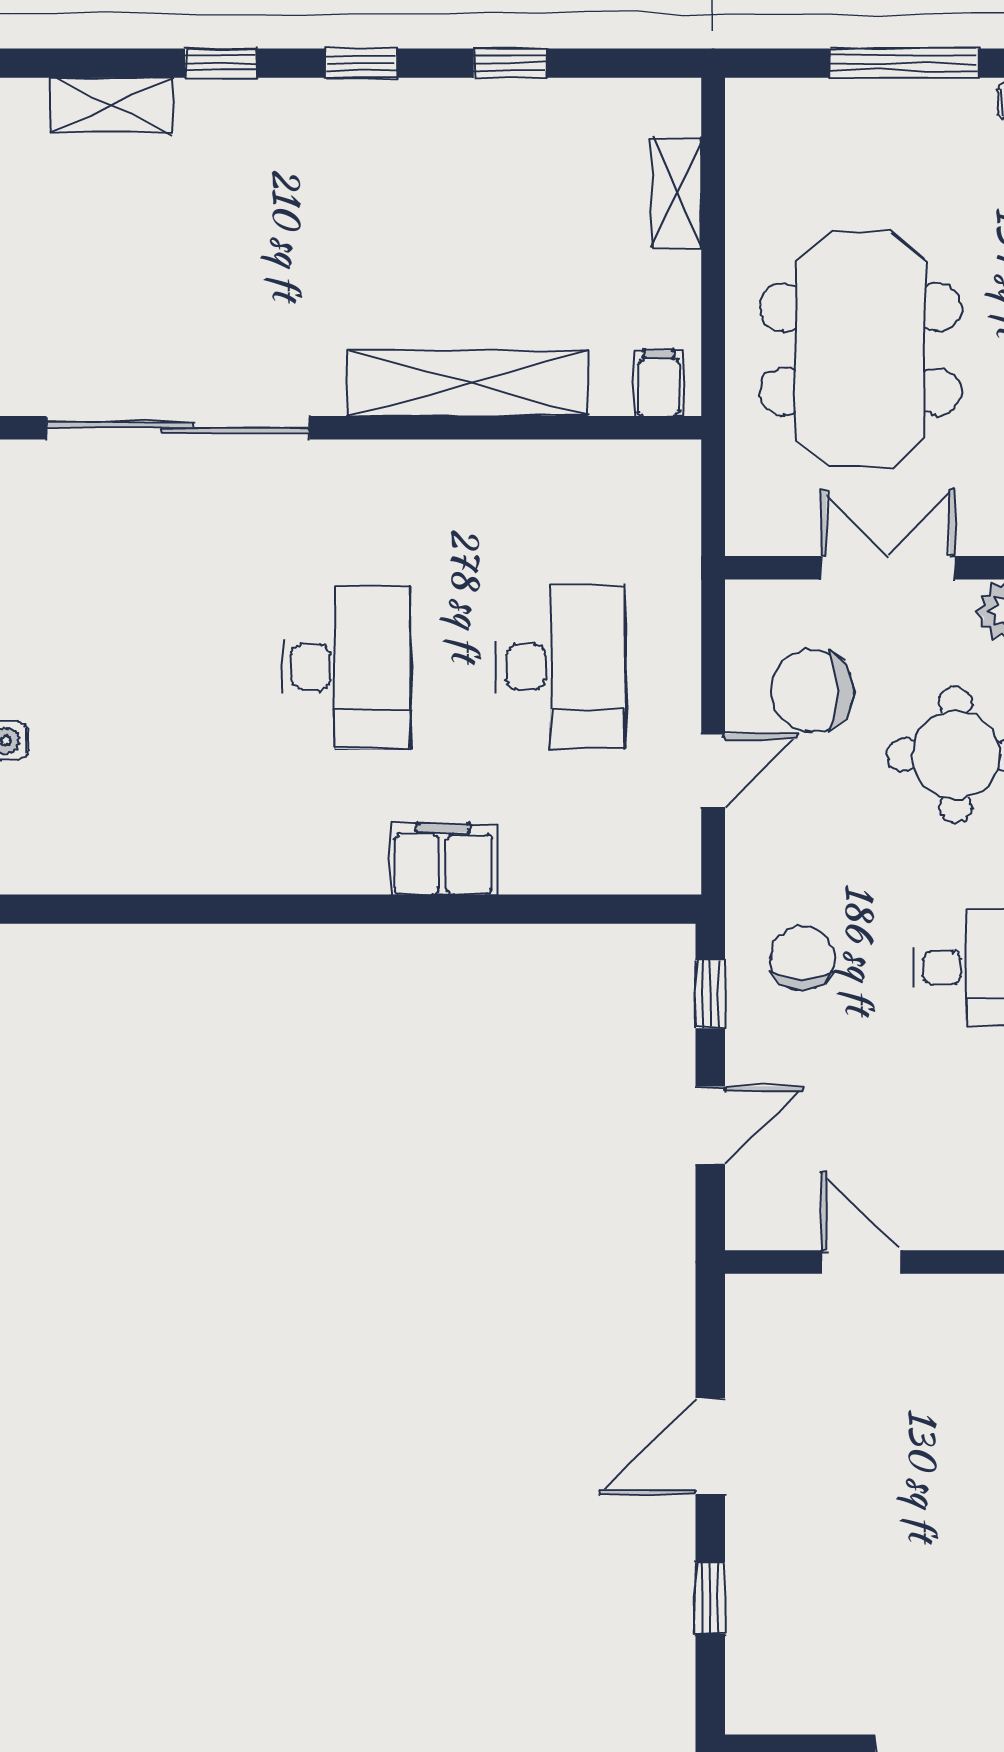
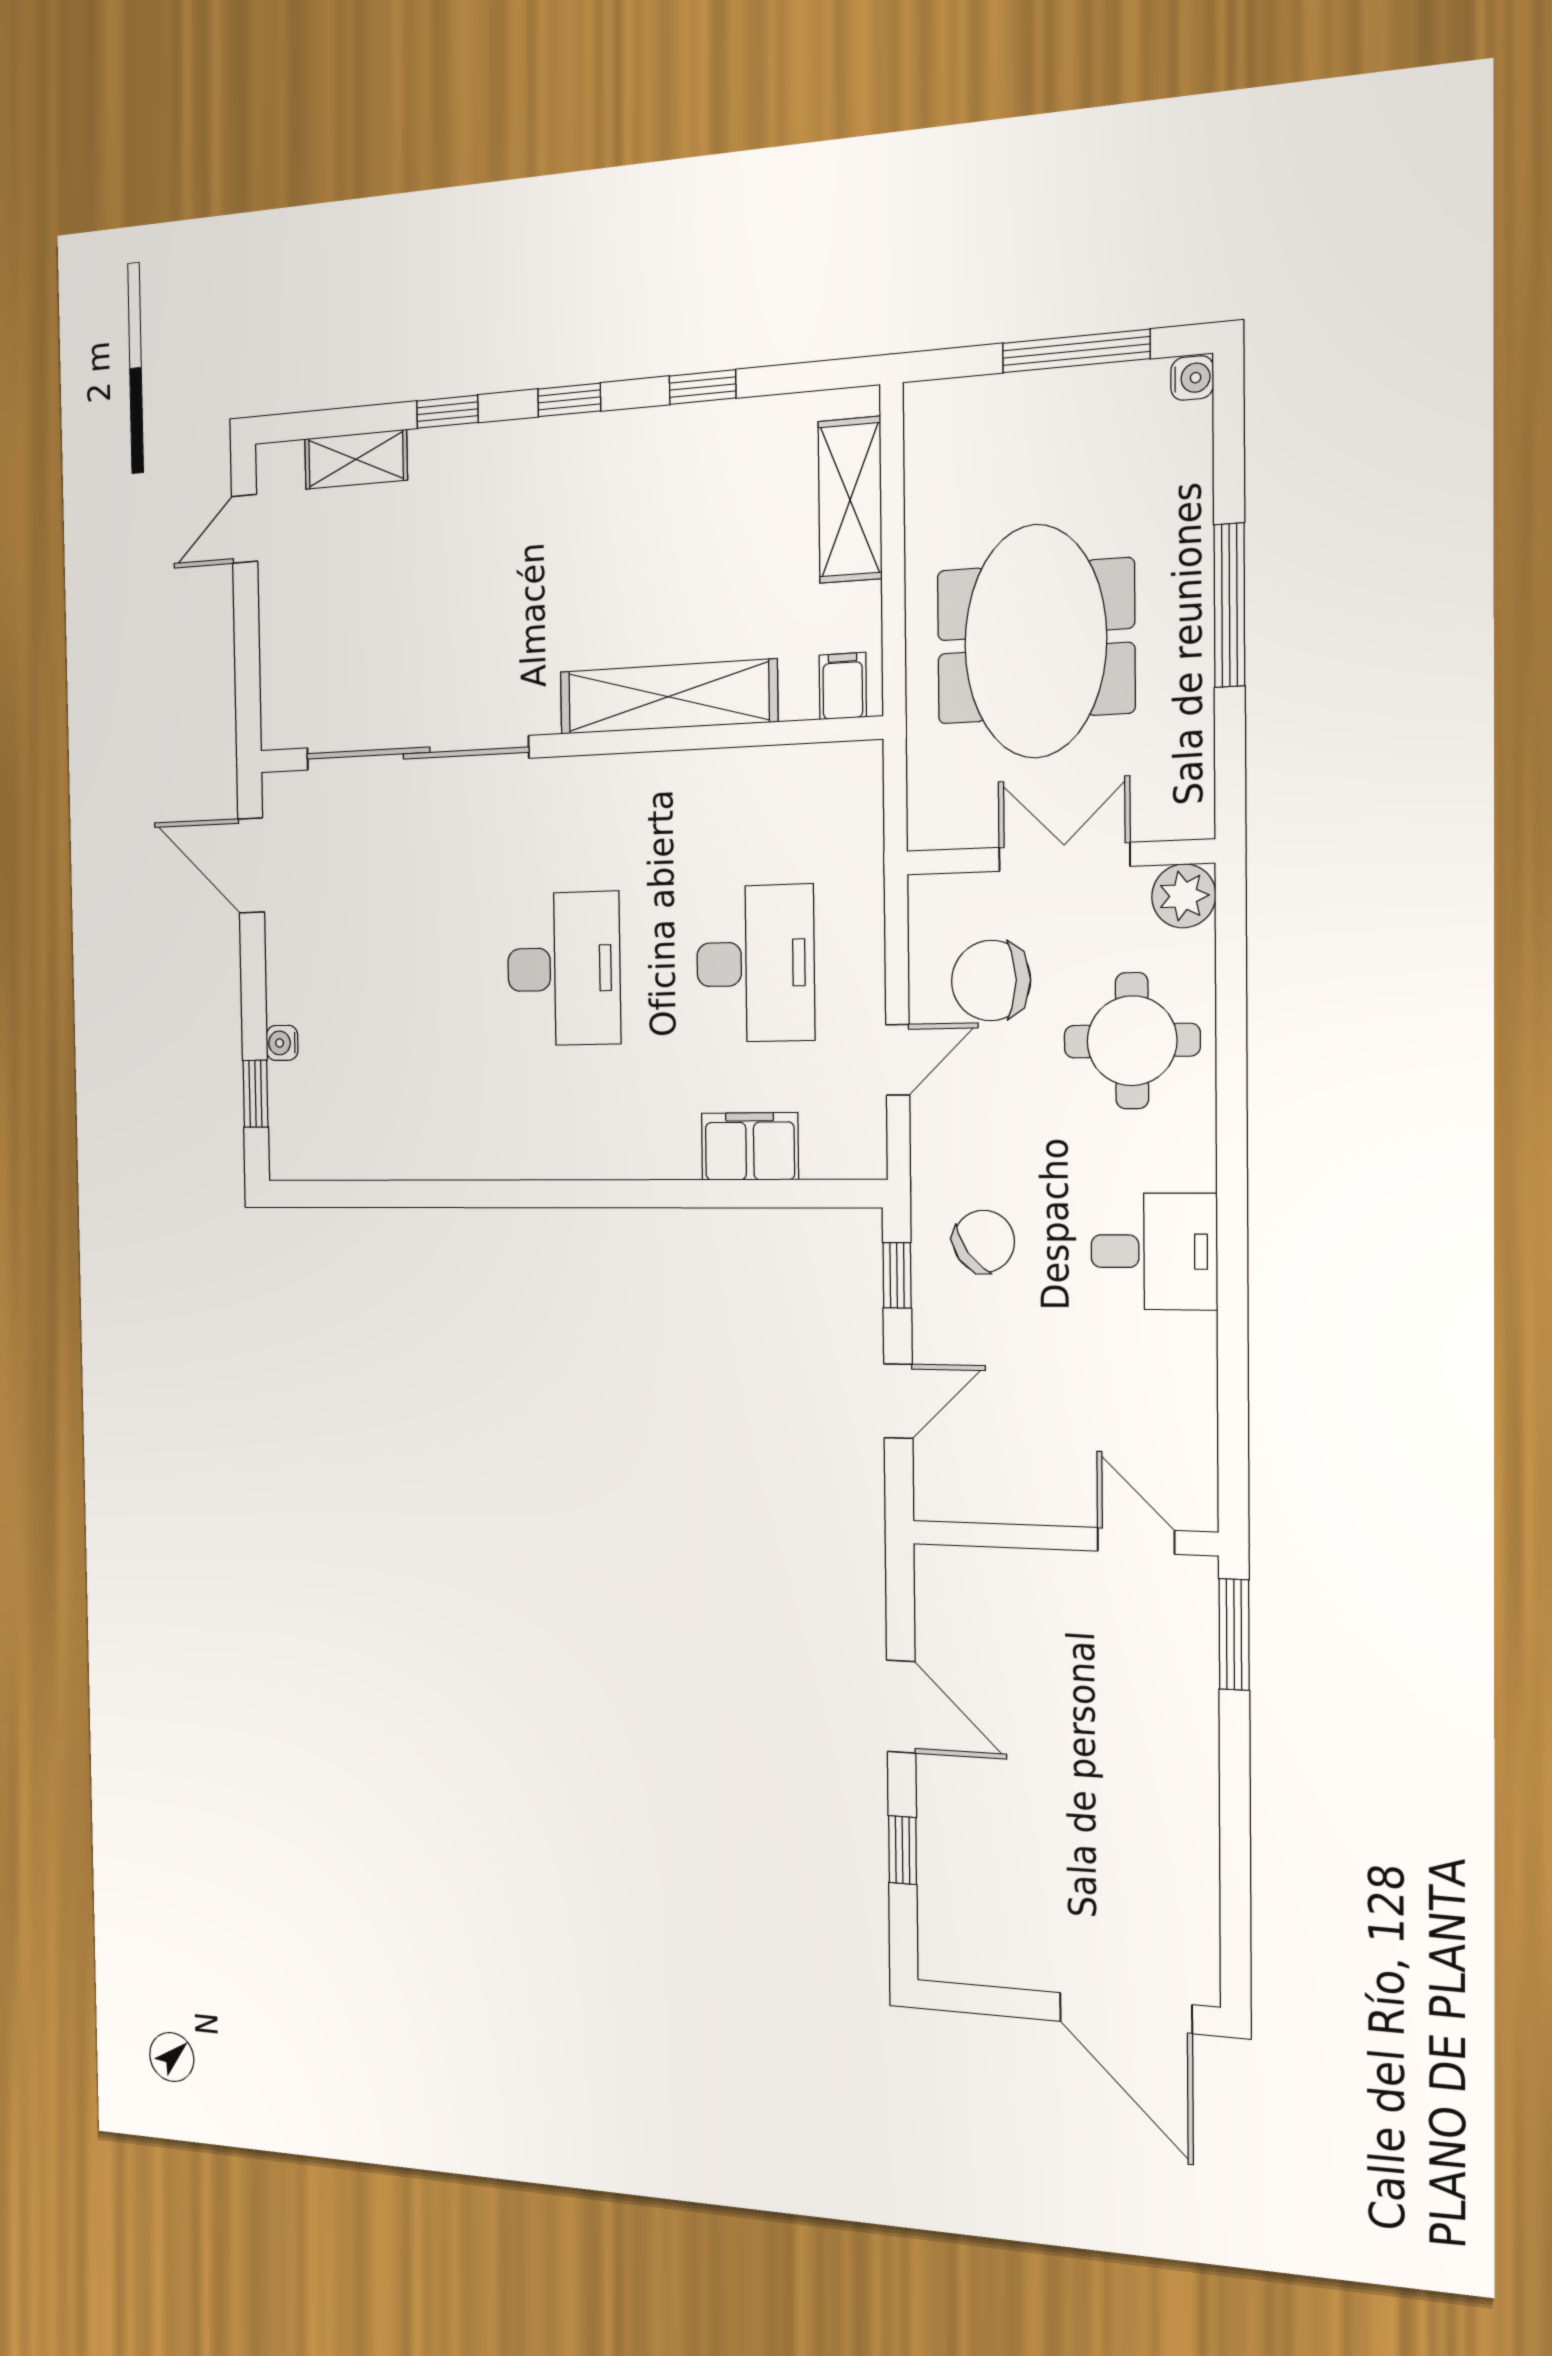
shelving: (677, 193) -> (850, 500), width x1.50, depth x1.33
filing cabinet: (443, 859) -> (750, 1146), moved
chair: (802, 958) -> (984, 1241), turned 54
door: (861, 1262) -> (1136, 1541), moved
door: (710, 1446) -> (901, 1707), swing flipped

